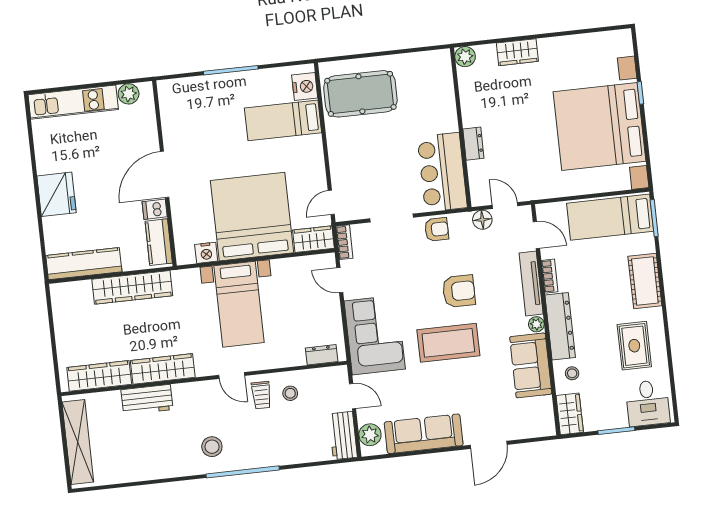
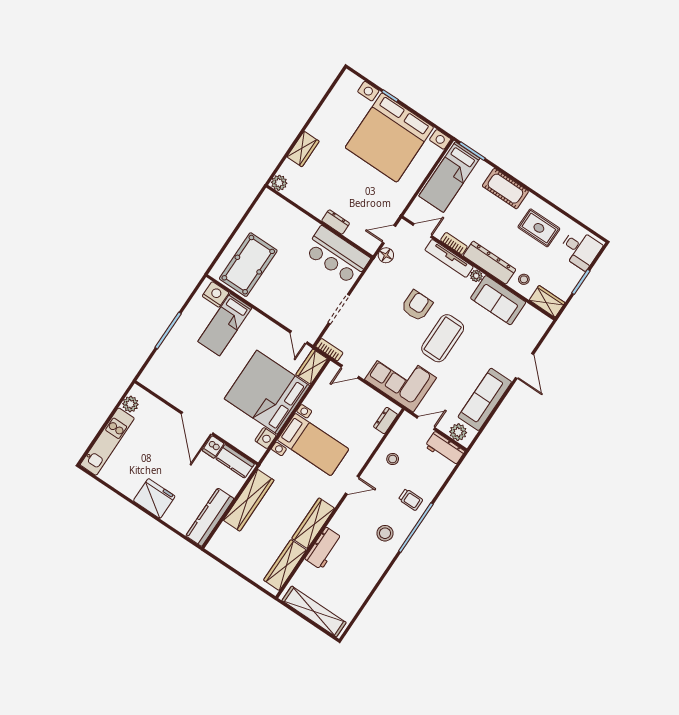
armchair: (437, 229) -> (368, 288), removed
trolley: (261, 395) -> (411, 500), moved

